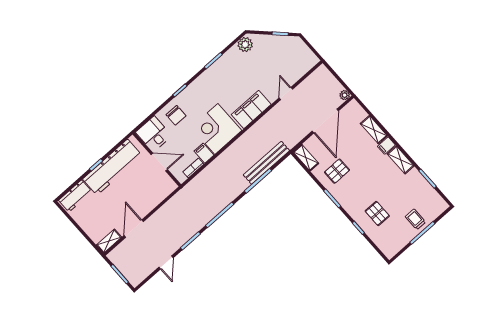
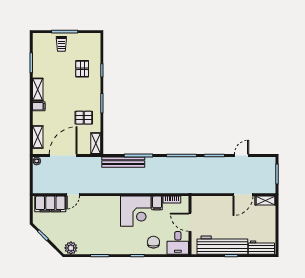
filing cabinet: (251, 109) -> (50, 204), moved
shelving: (374, 130) -> (38, 137), moved

